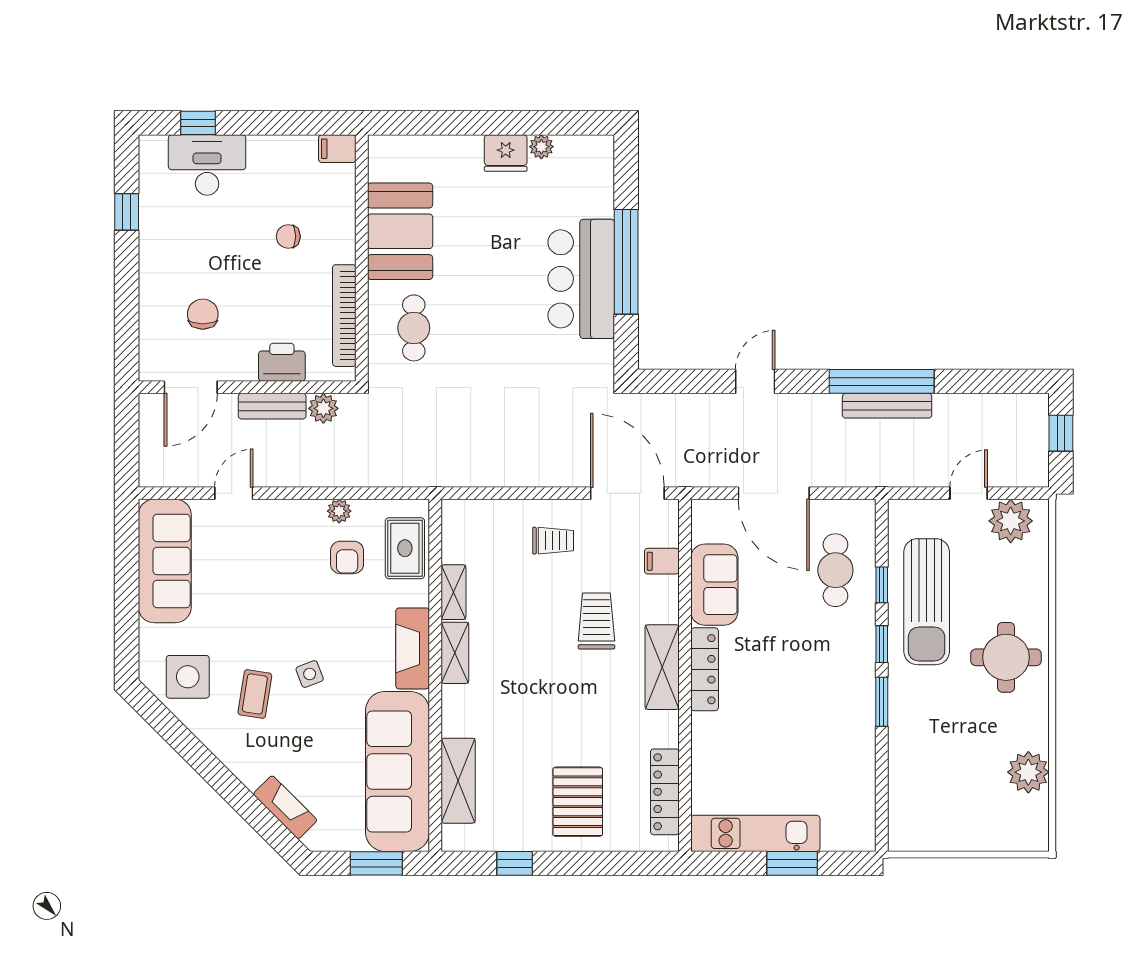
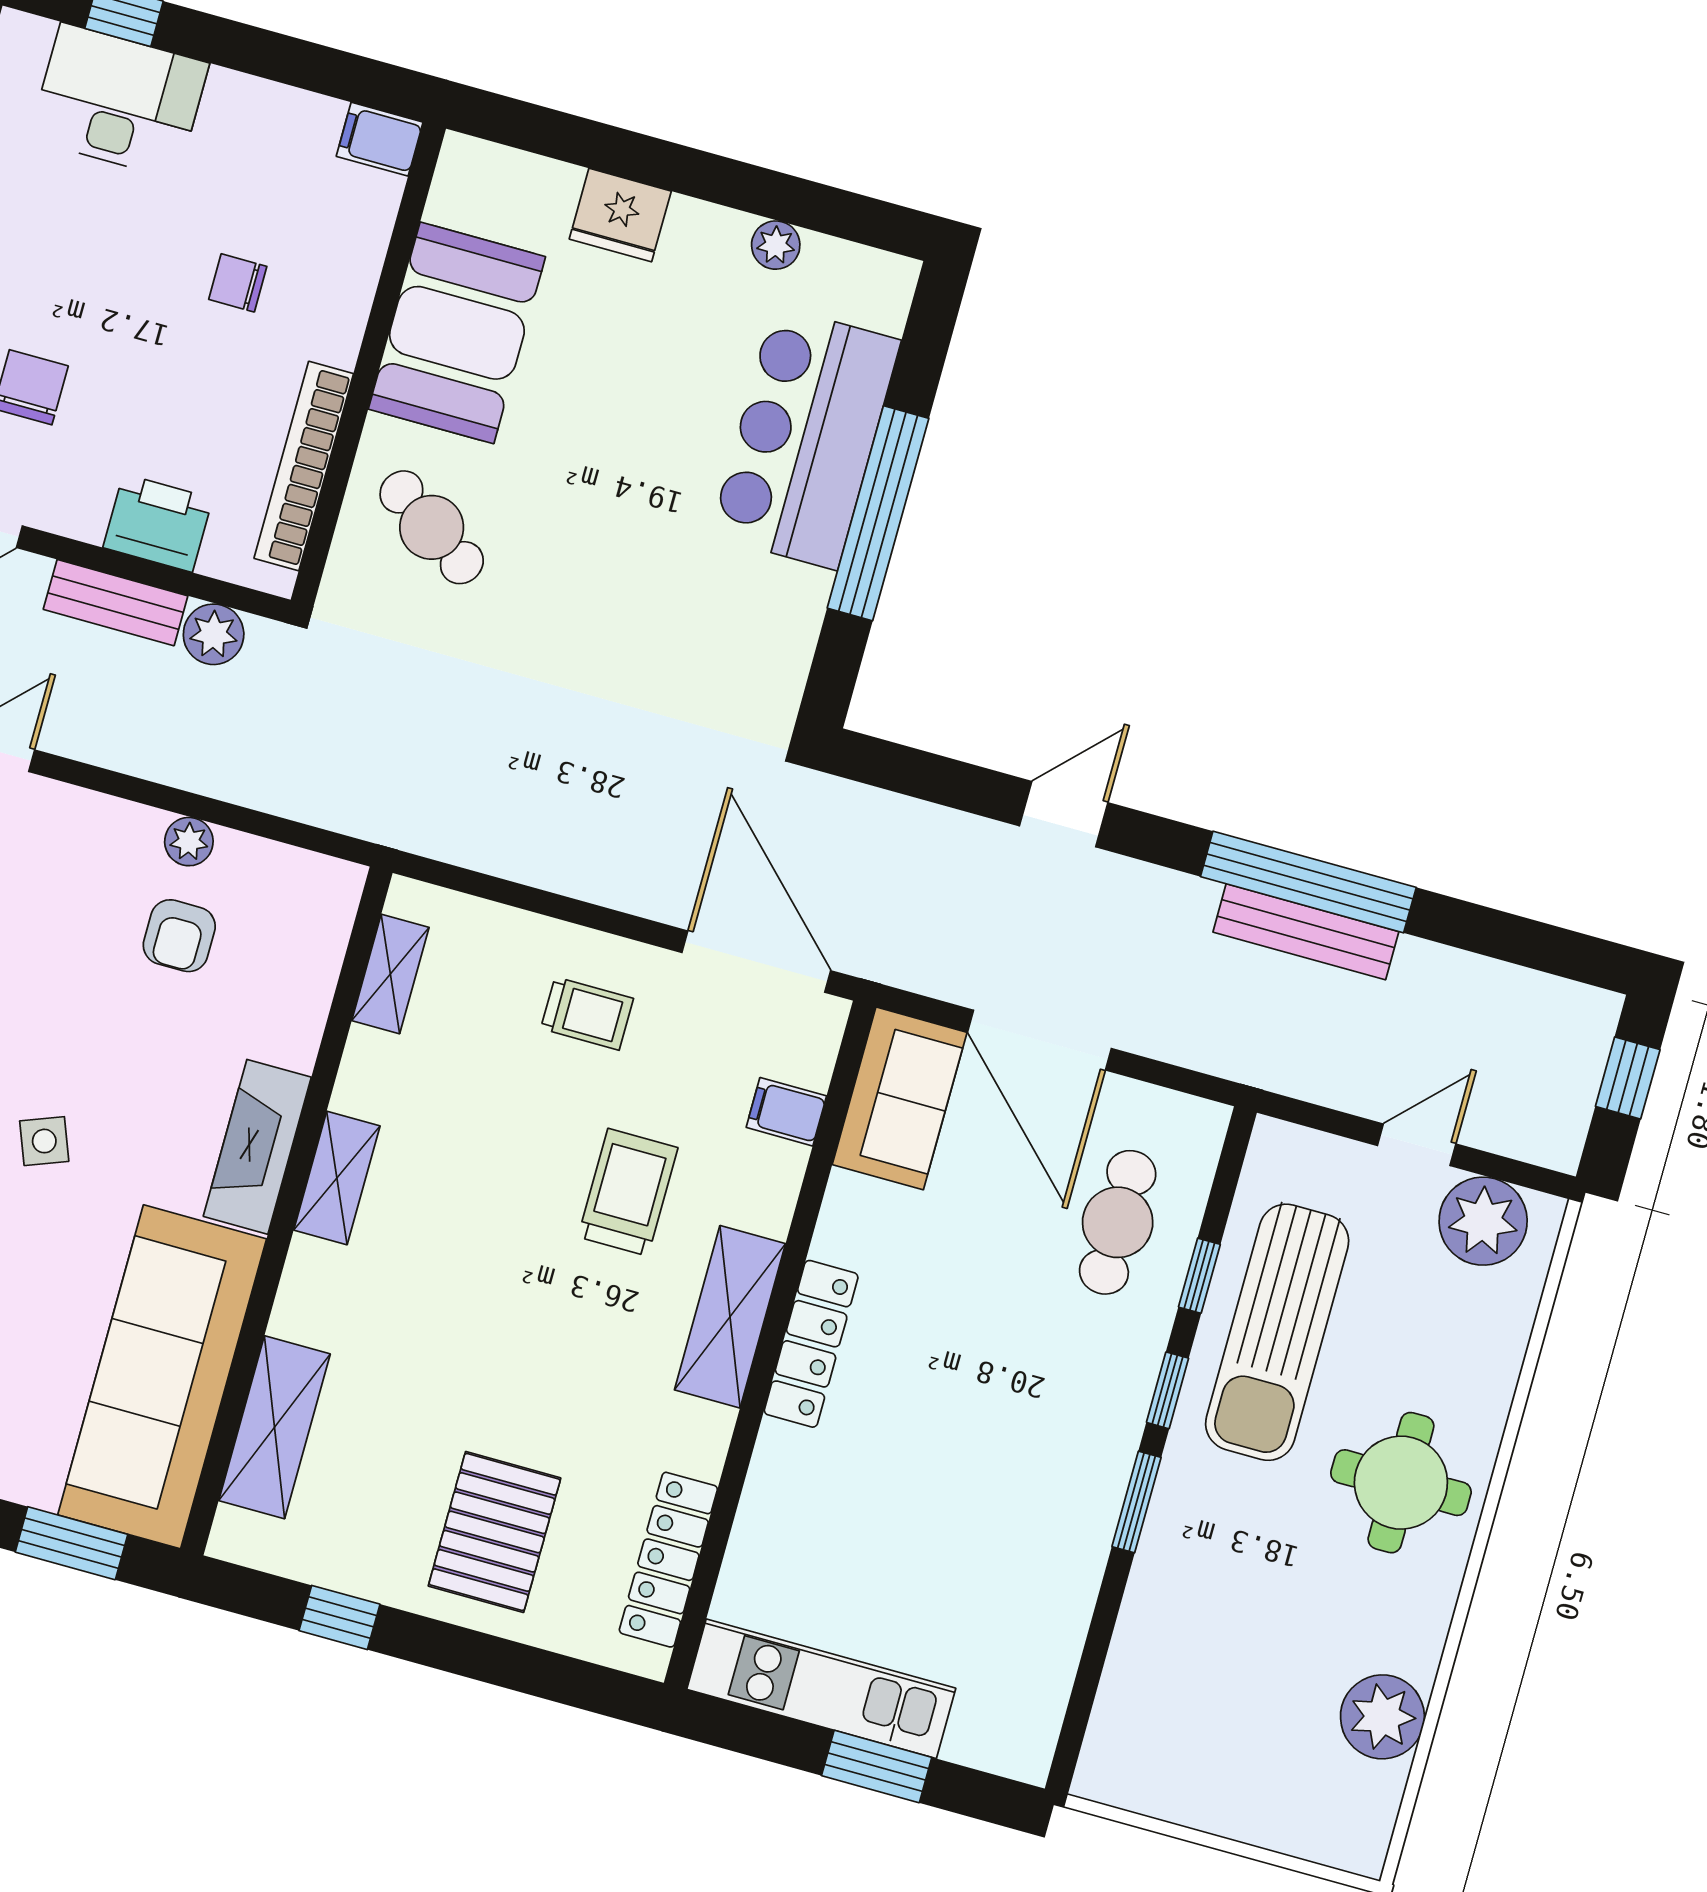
fridge: (506, 153) -> (620, 215), moved
bar counter: (581, 279) -> (805, 438), moved
cafe table: (414, 328) -> (432, 527), turned -56
rug: (405, 548) -> (296, 949), removed
sofa: (714, 585) -> (900, 1098), moved
shelving: (453, 592) -> (390, 974), moved

